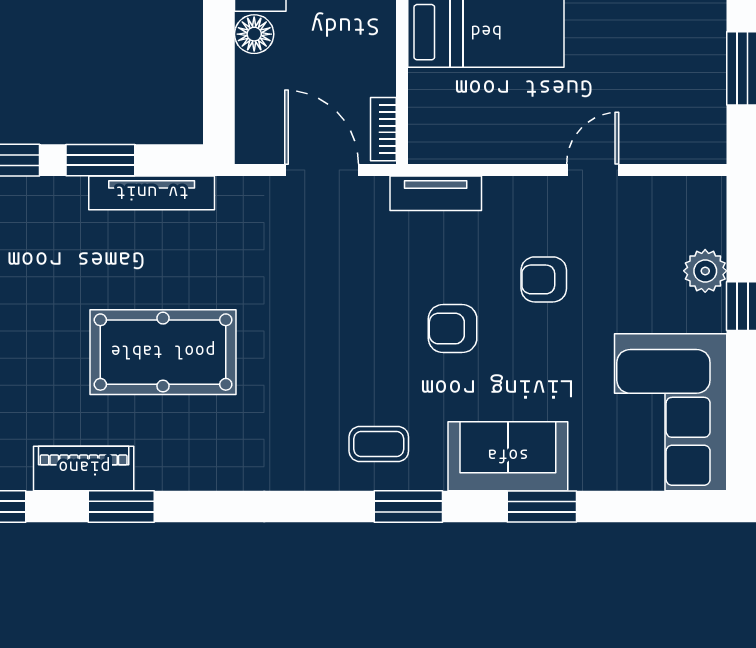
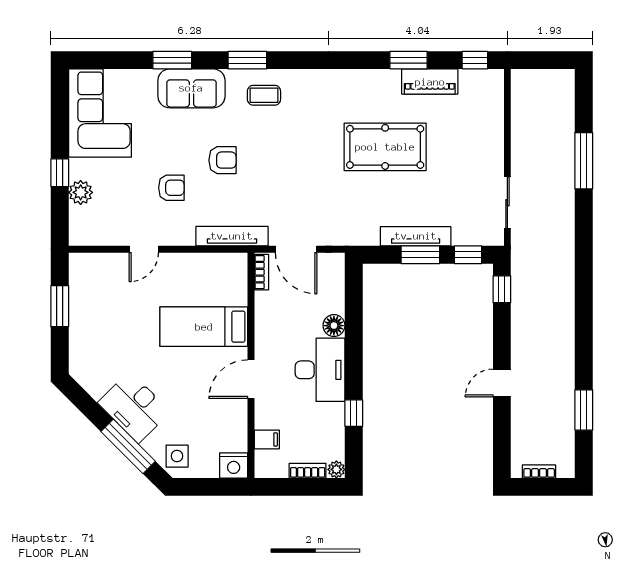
tv unit: (152, 193) -> (416, 236), moved
tv unit: (436, 193) -> (232, 236), width x1.41

